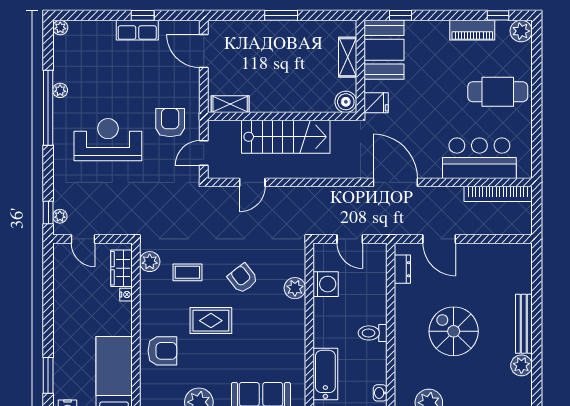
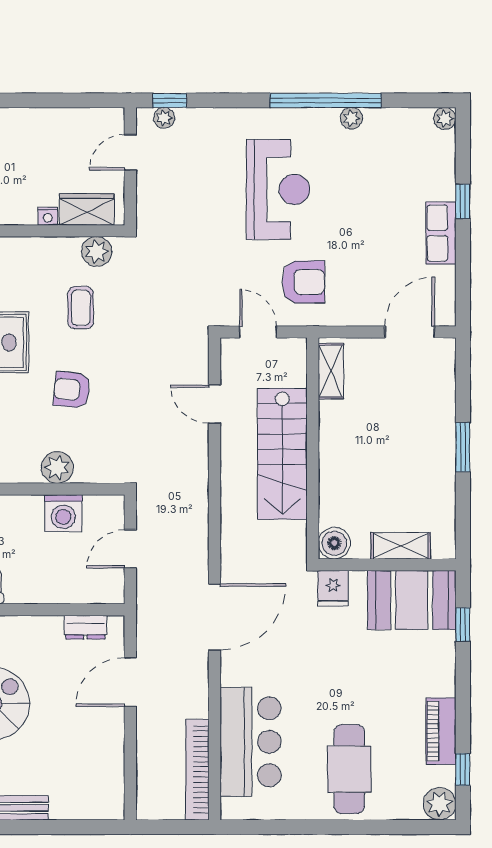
window: (143, 15) -> (463, 201), moved
armchair: (243, 278) -> (72, 390), turned -136

